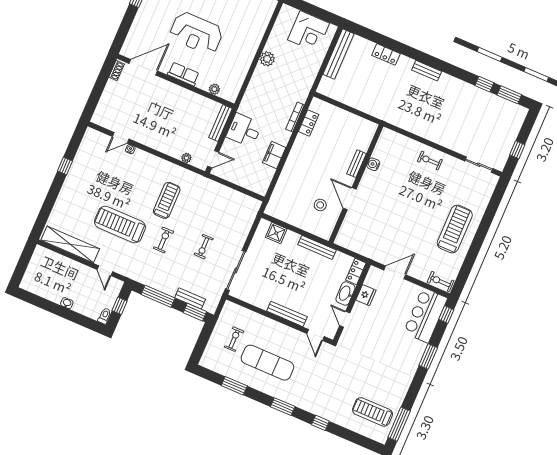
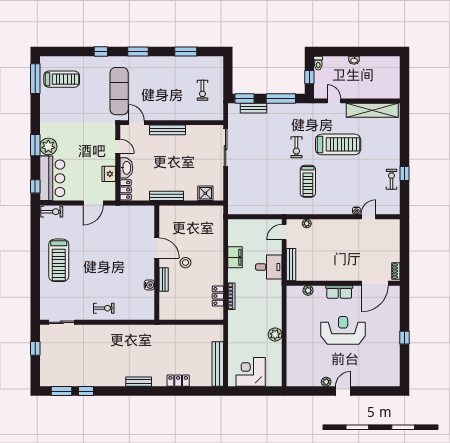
stool: (320, 205) -> (185, 263), moved
exercise bike: (204, 247) -> (391, 179), moved
plant: (415, 349) -> (48, 146), added
exercise mat: (267, 363) -> (119, 91), moved, turned 90

